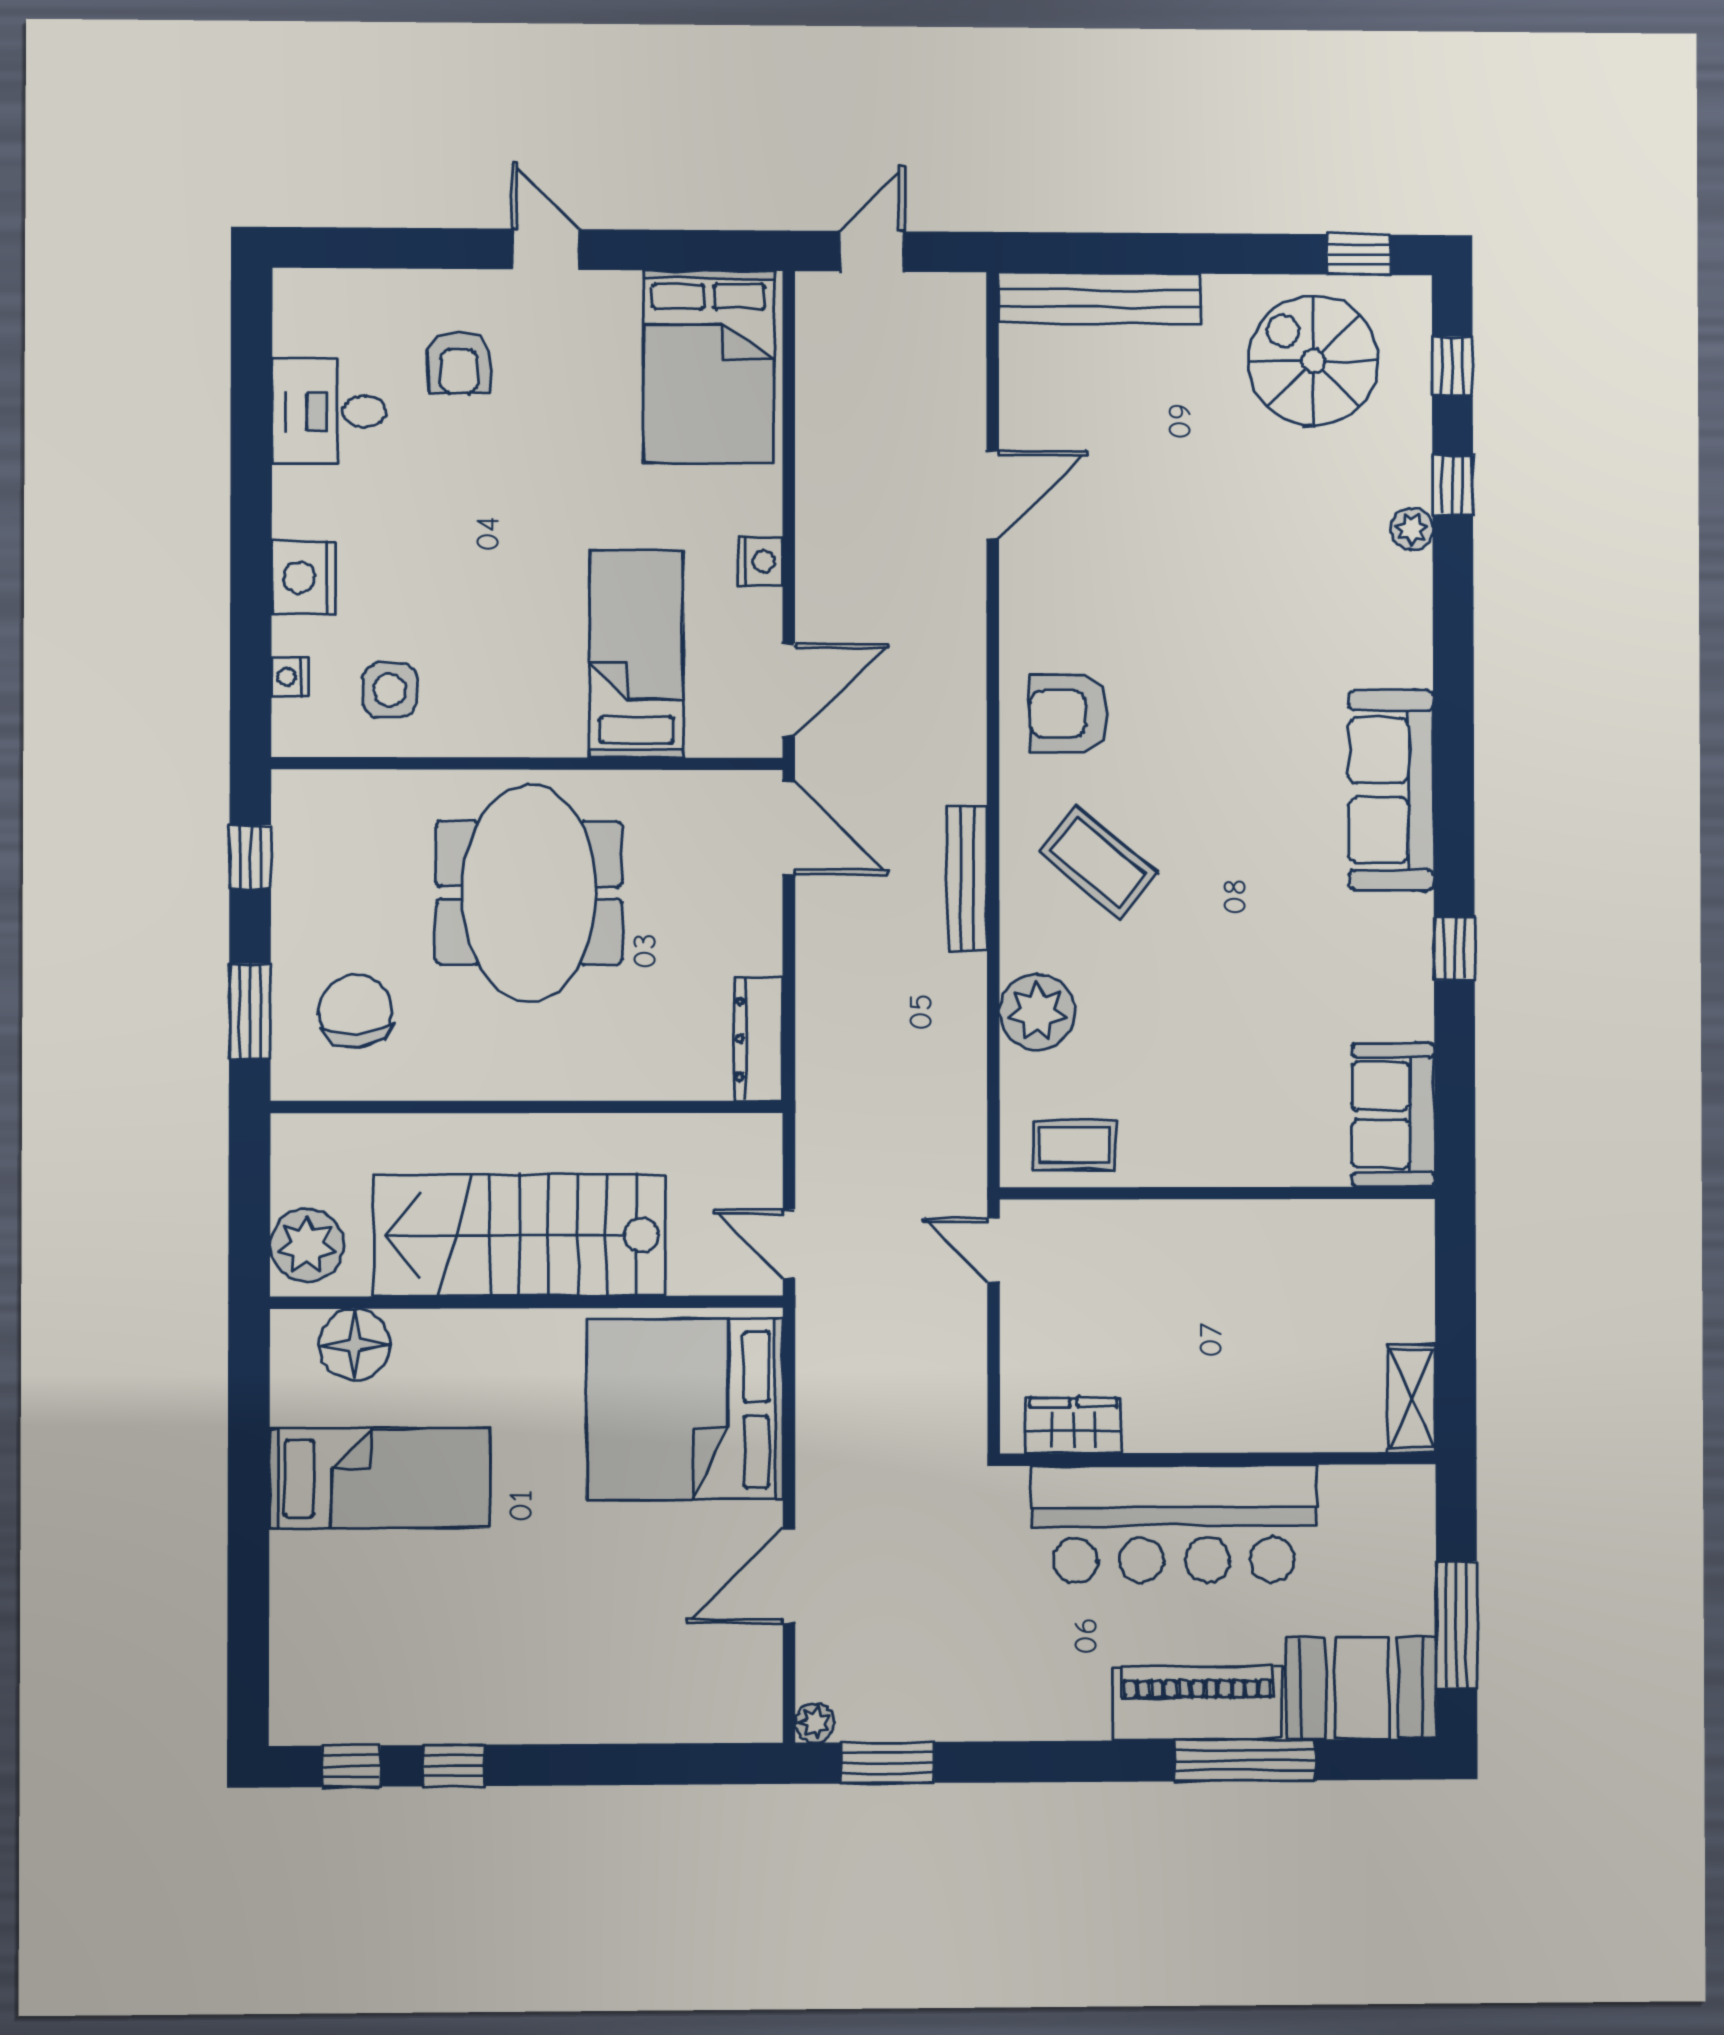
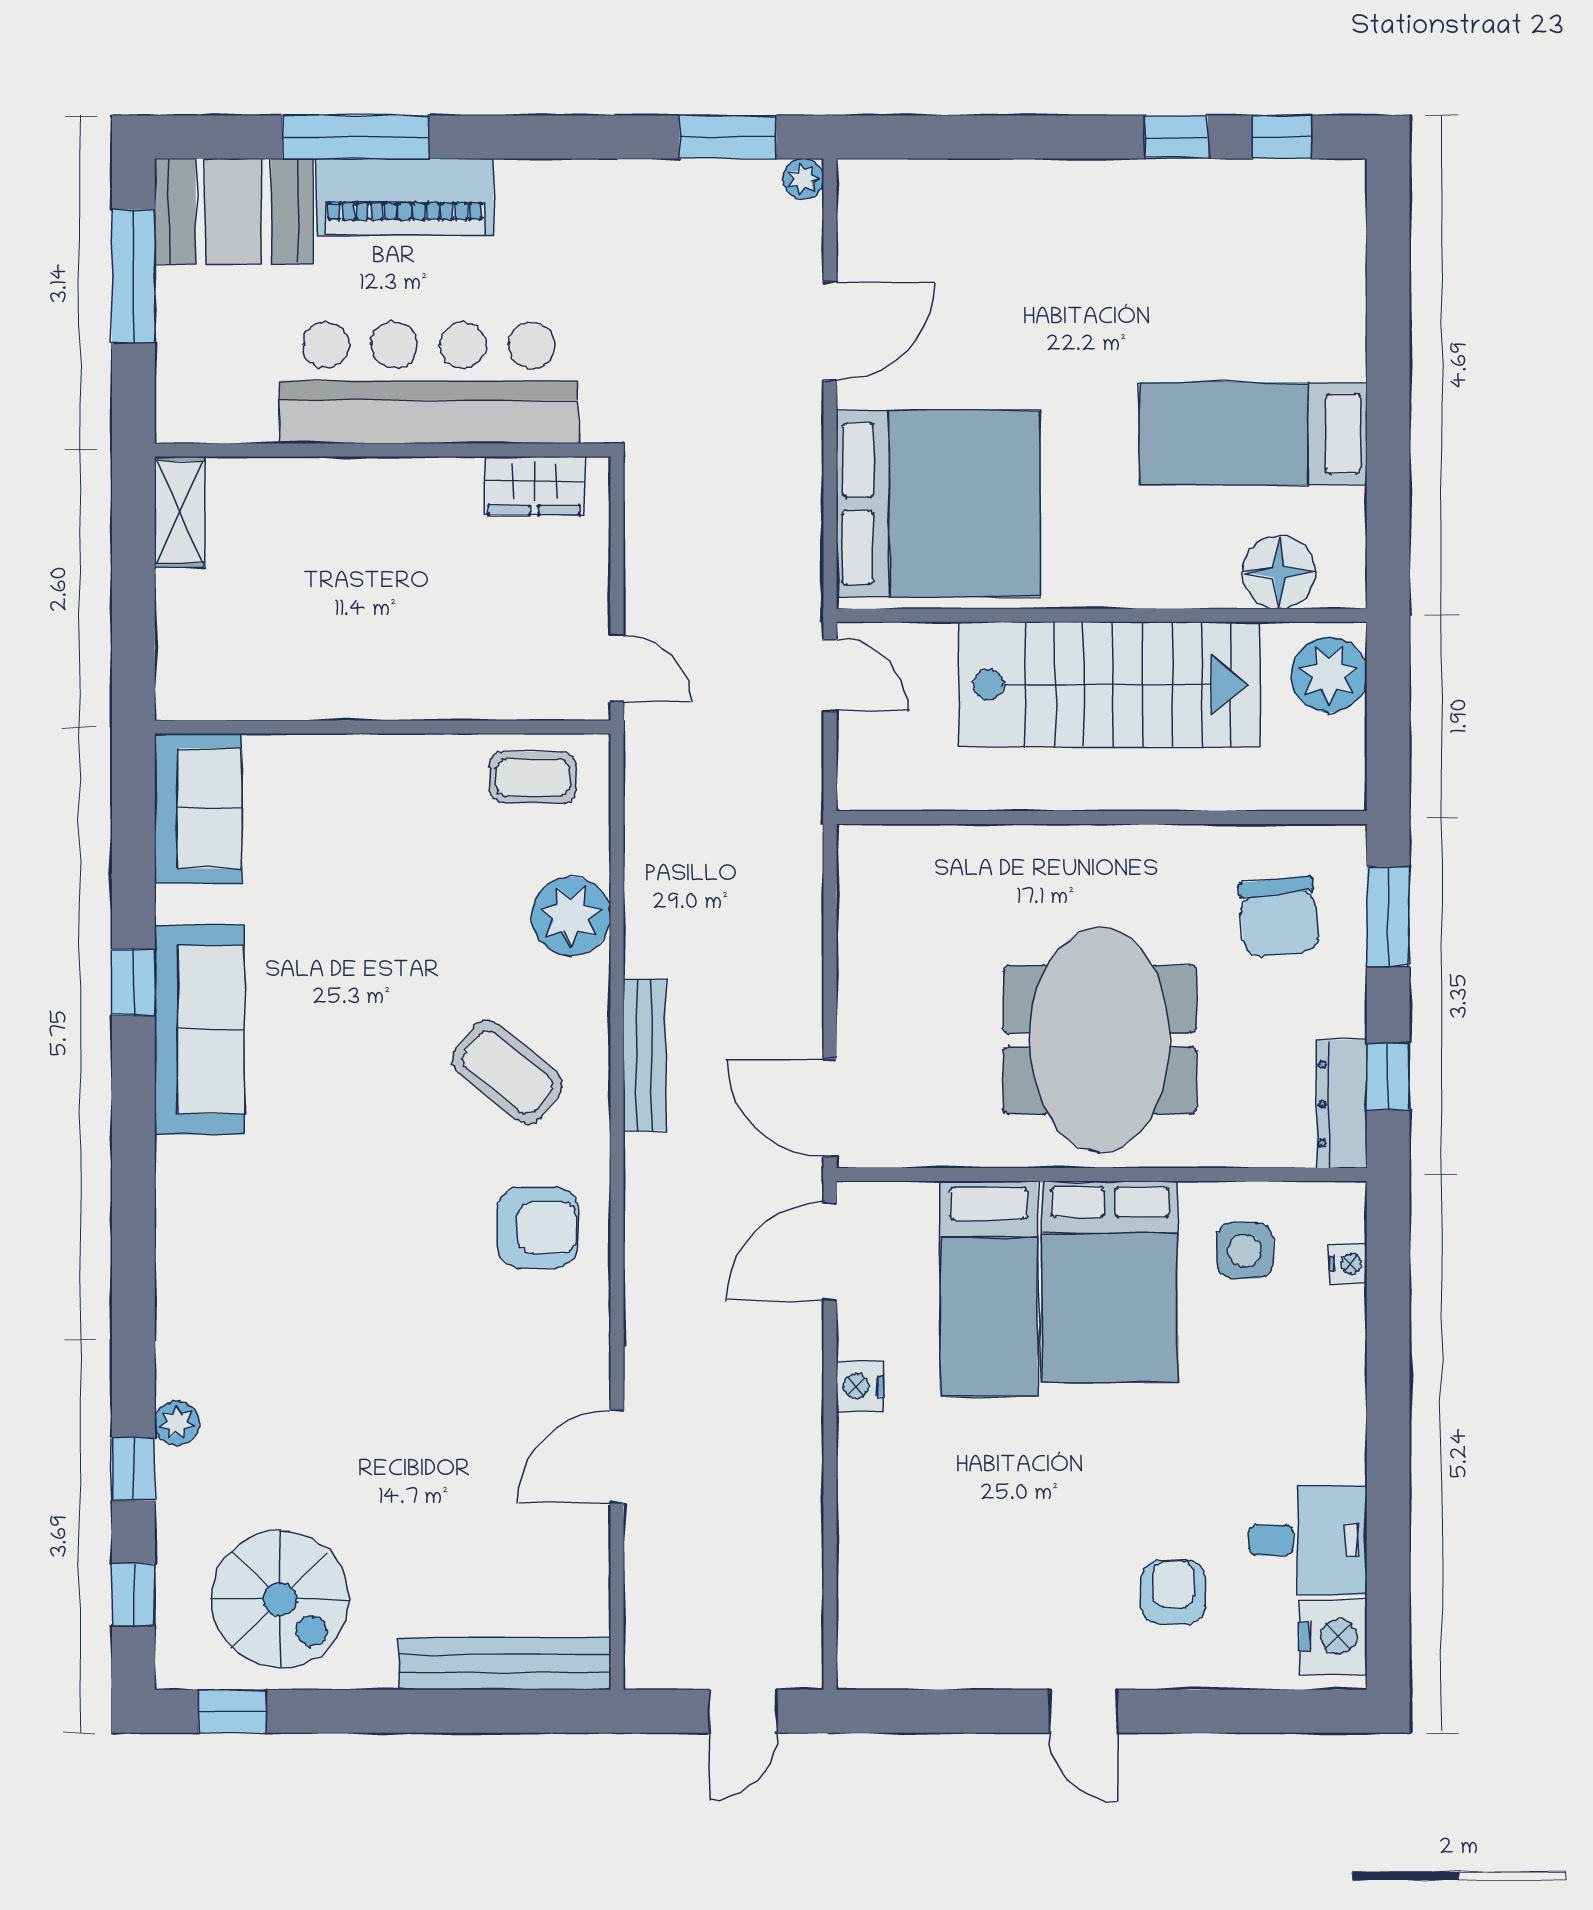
bed: (709, 367) -> (1110, 1281), moved, turned 180
nightstand: (304, 577) -> (1333, 1637), moved
sofa: (1391, 790) -> (199, 1030), moved
dresser: (759, 1039) -> (1342, 1104), moved, turned 180

